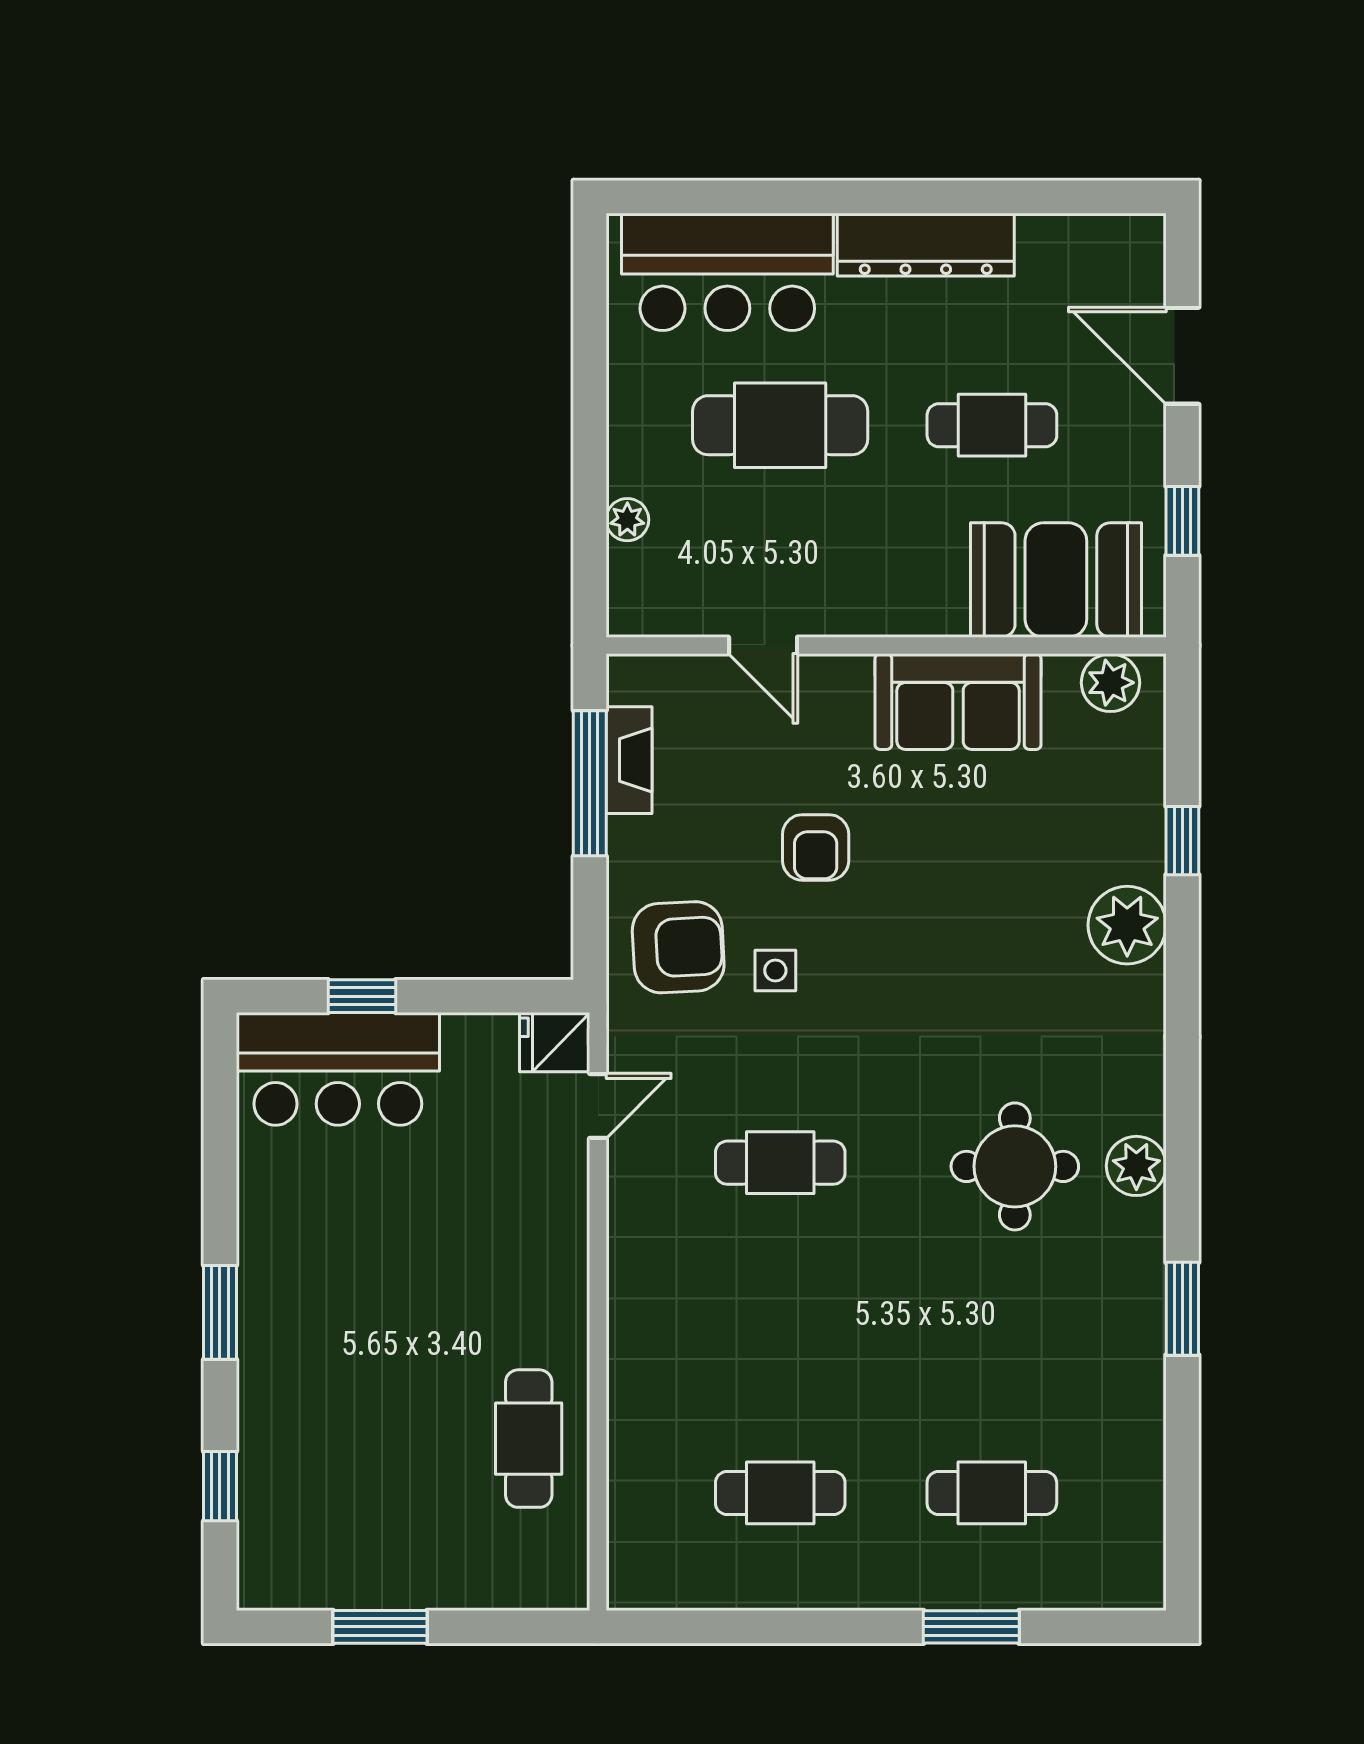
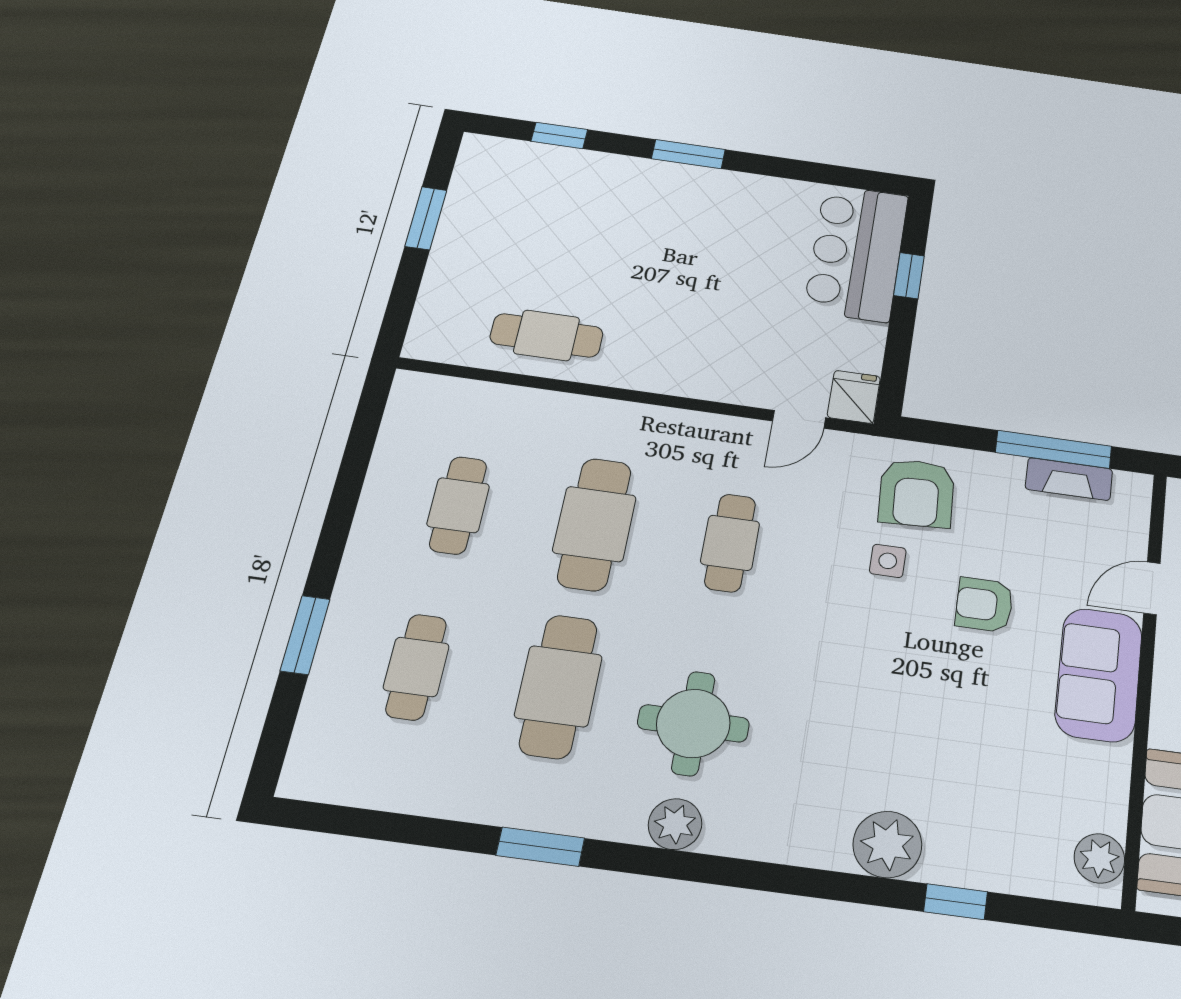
sofa: (958, 702) -> (1099, 675), moved
door: (598, 1106) -> (799, 419), hinge flipped
cafe table: (780, 1328) -> (594, 524), added
cafe table: (992, 1328) -> (558, 686), added

